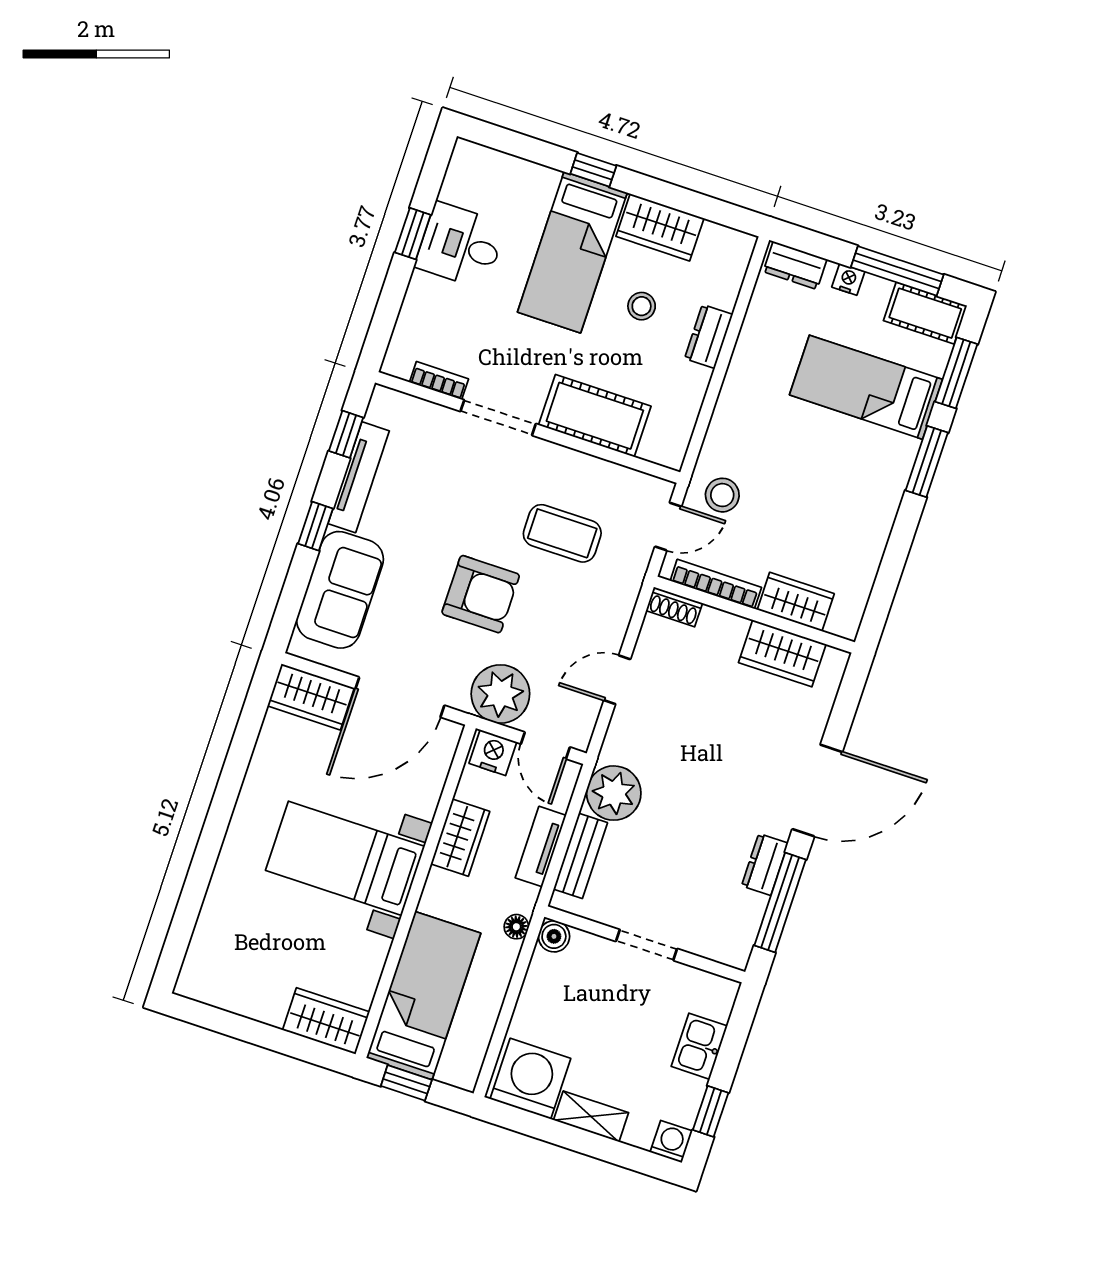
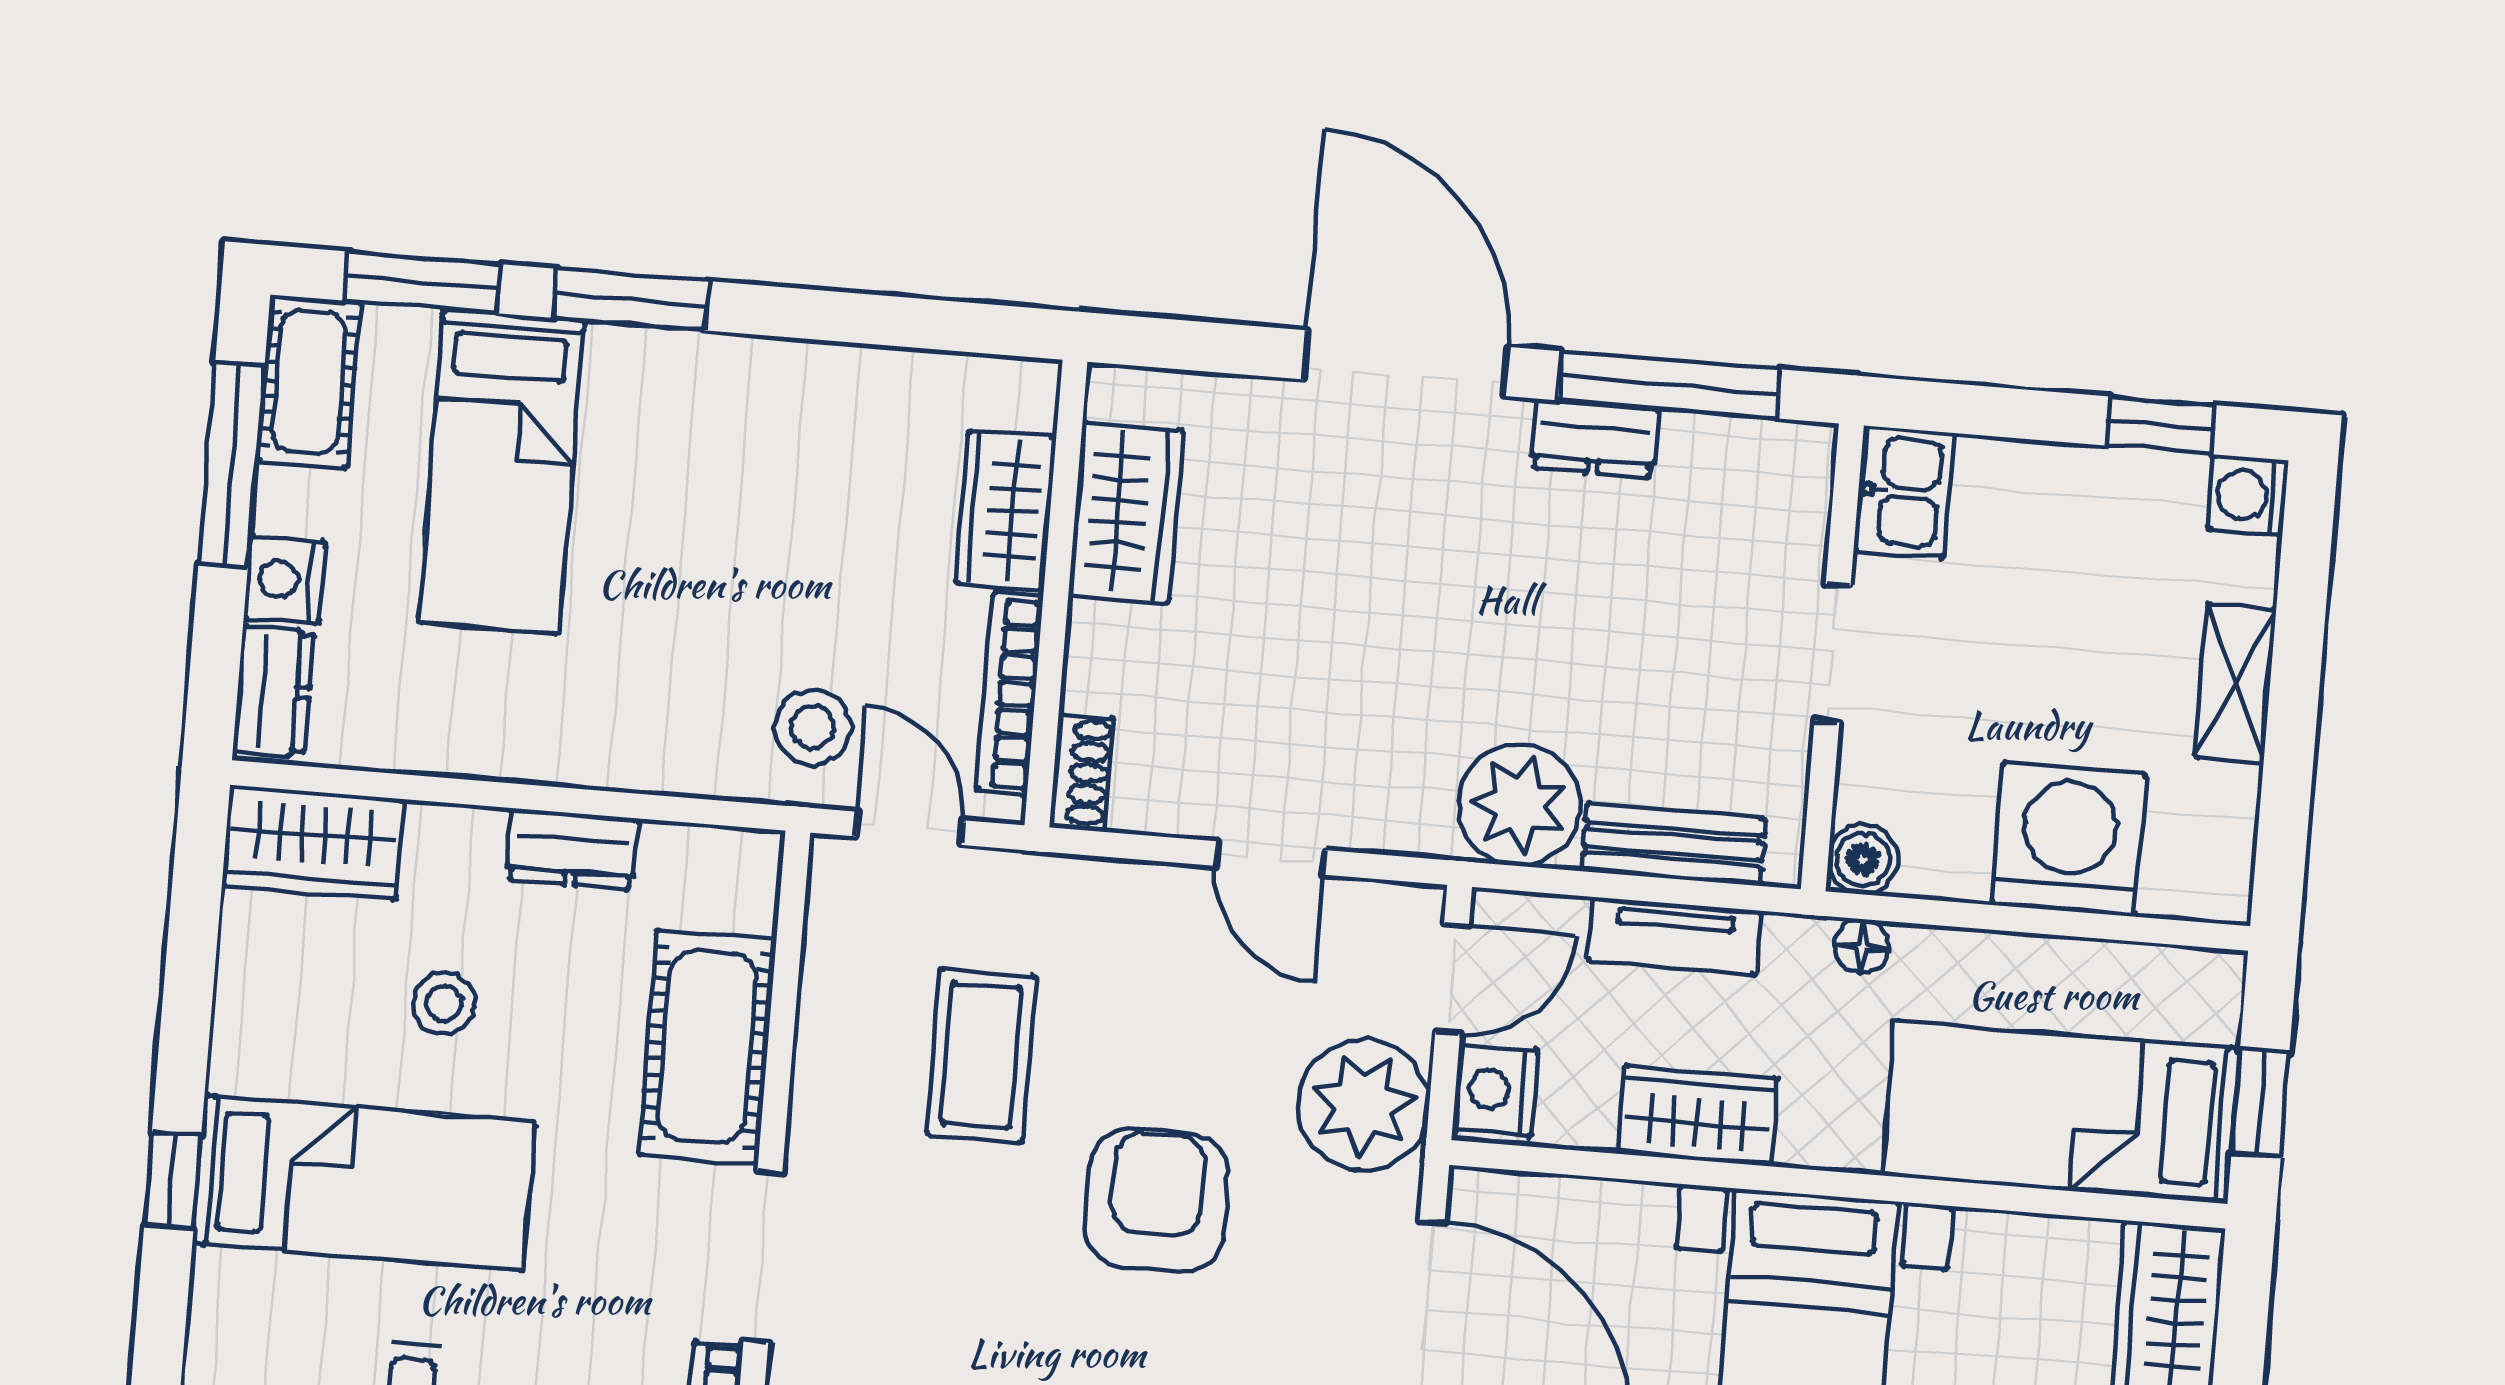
wardrobe: (660, 227) -> (313, 842), moved, turned 90
nightstand: (848, 279) -> (285, 580), width x1.39, depth x1.35
dresser: (709, 336) -> (572, 849), moved
kitchen sink: (699, 1046) -> (1904, 492), moved, turned -90
washing machine: (530, 1079) -> (2069, 839), moved, turned 90

